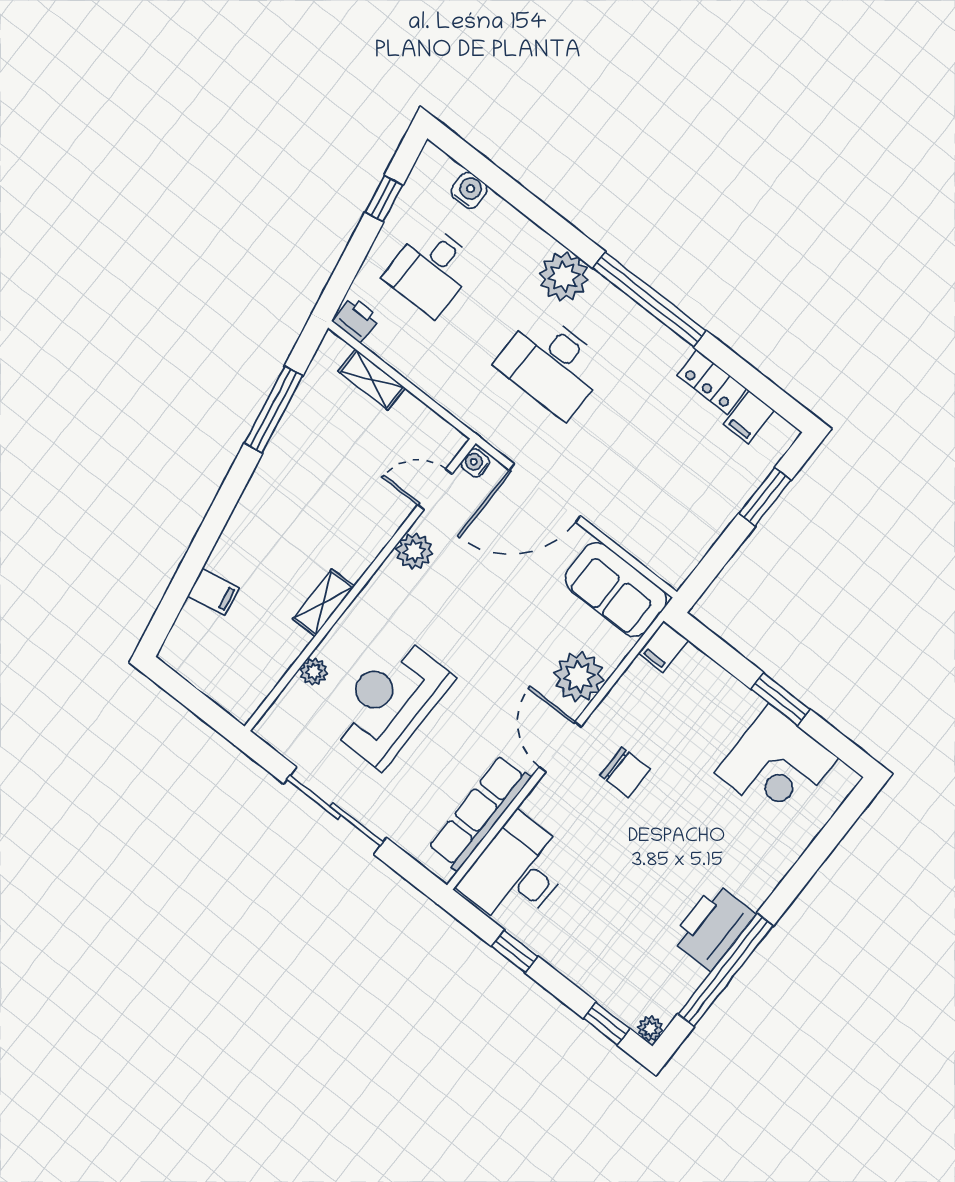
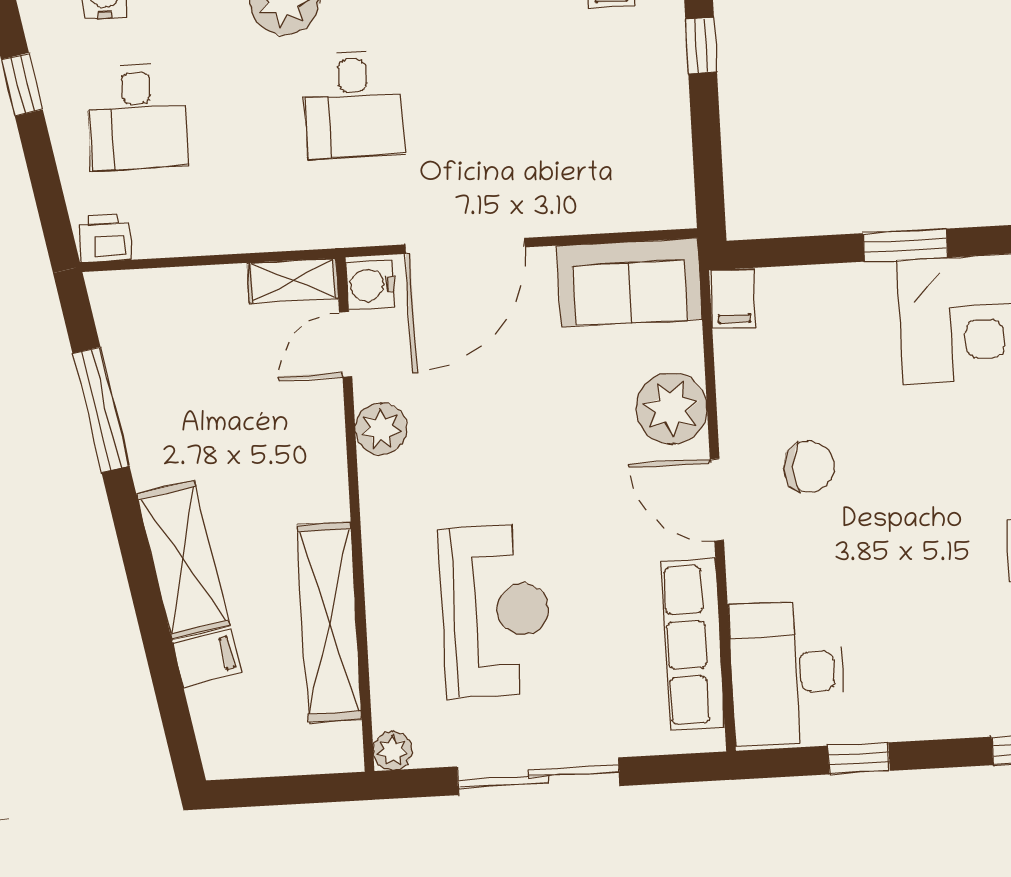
desk: (552, 365) -> (354, 104), width x0.73
shelving: (372, 379) -> (293, 280), moved
water cooler: (475, 463) -> (371, 285), width x1.38, depth x1.38
window: (765, 497) -> (701, 46), width x0.67
shelving: (247, 528) -> (183, 560), added
shelving: (323, 603) -> (329, 622), width x2.20, depth x1.33
plant: (314, 672) -> (392, 751), moved
reception desk: (390, 702) -> (495, 611), turned 180

